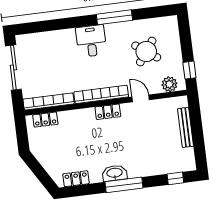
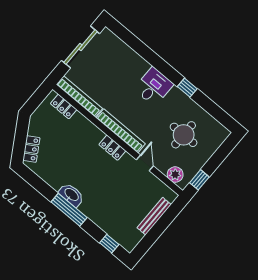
window: (114, 17) -> (187, 88), width x0.46
round table: (146, 51) -> (184, 135), turned -36
locker: (76, 179) -> (31, 149), moved, turned 59

